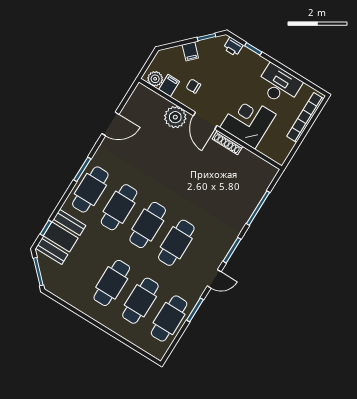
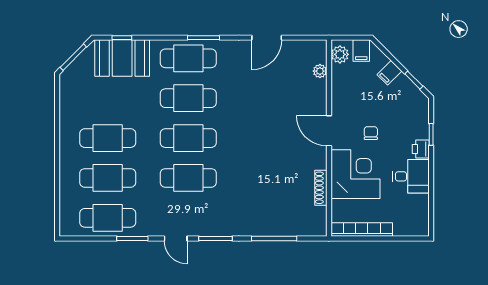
printer: (233, 47) -> (421, 149), moved
desk: (279, 85) -> (411, 176), width x0.73
filing cabinet: (169, 86) -> (361, 51), moved, turned 90
chair: (193, 86) -> (371, 133), moved
plant: (175, 117) -> (320, 71), moved, width x0.53, depth x0.53
bookcase: (305, 117) -> (362, 229), moved
door: (205, 121) -> (329, 131), hinge flipped
door: (110, 124) -> (267, 38), hinge flipped
shoe rack: (227, 143) -> (321, 188), moved

